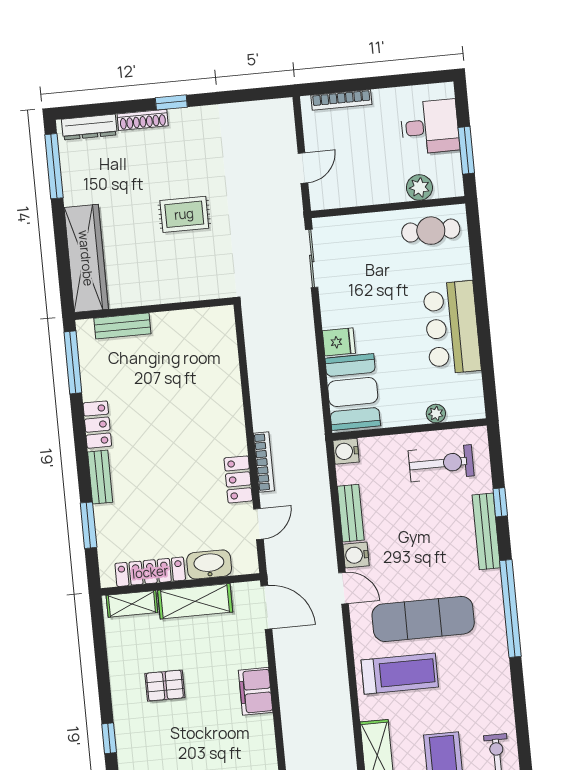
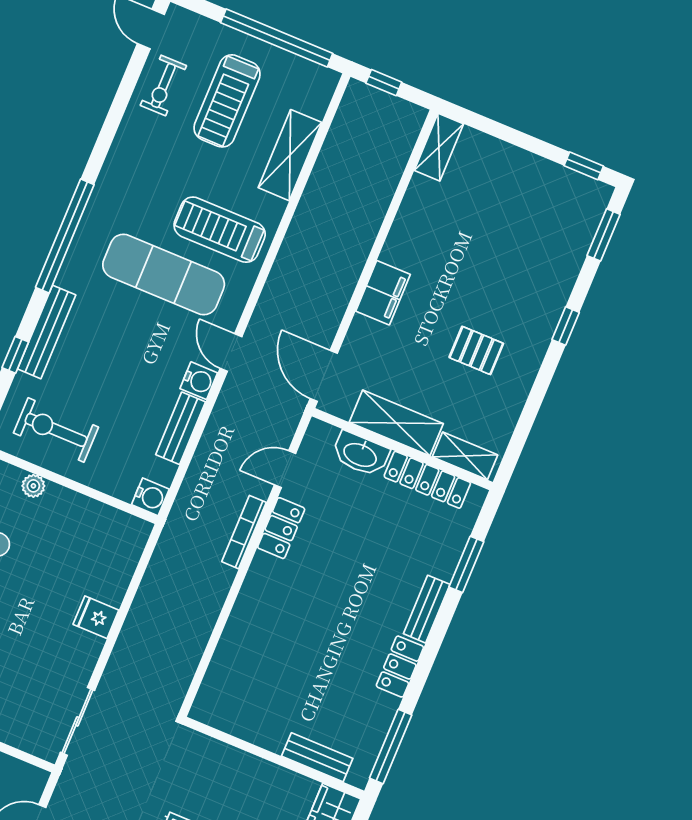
booth: (353, 392) -> (110, 556), removed

